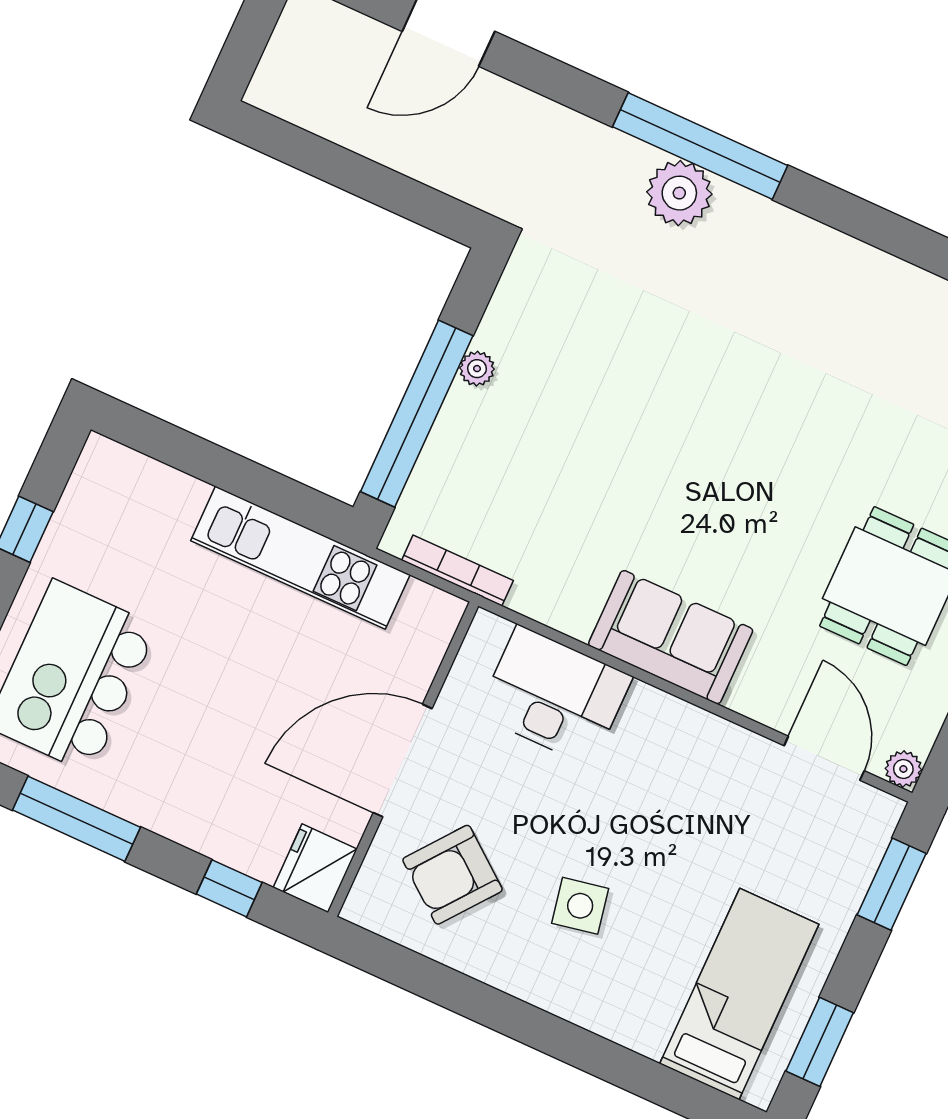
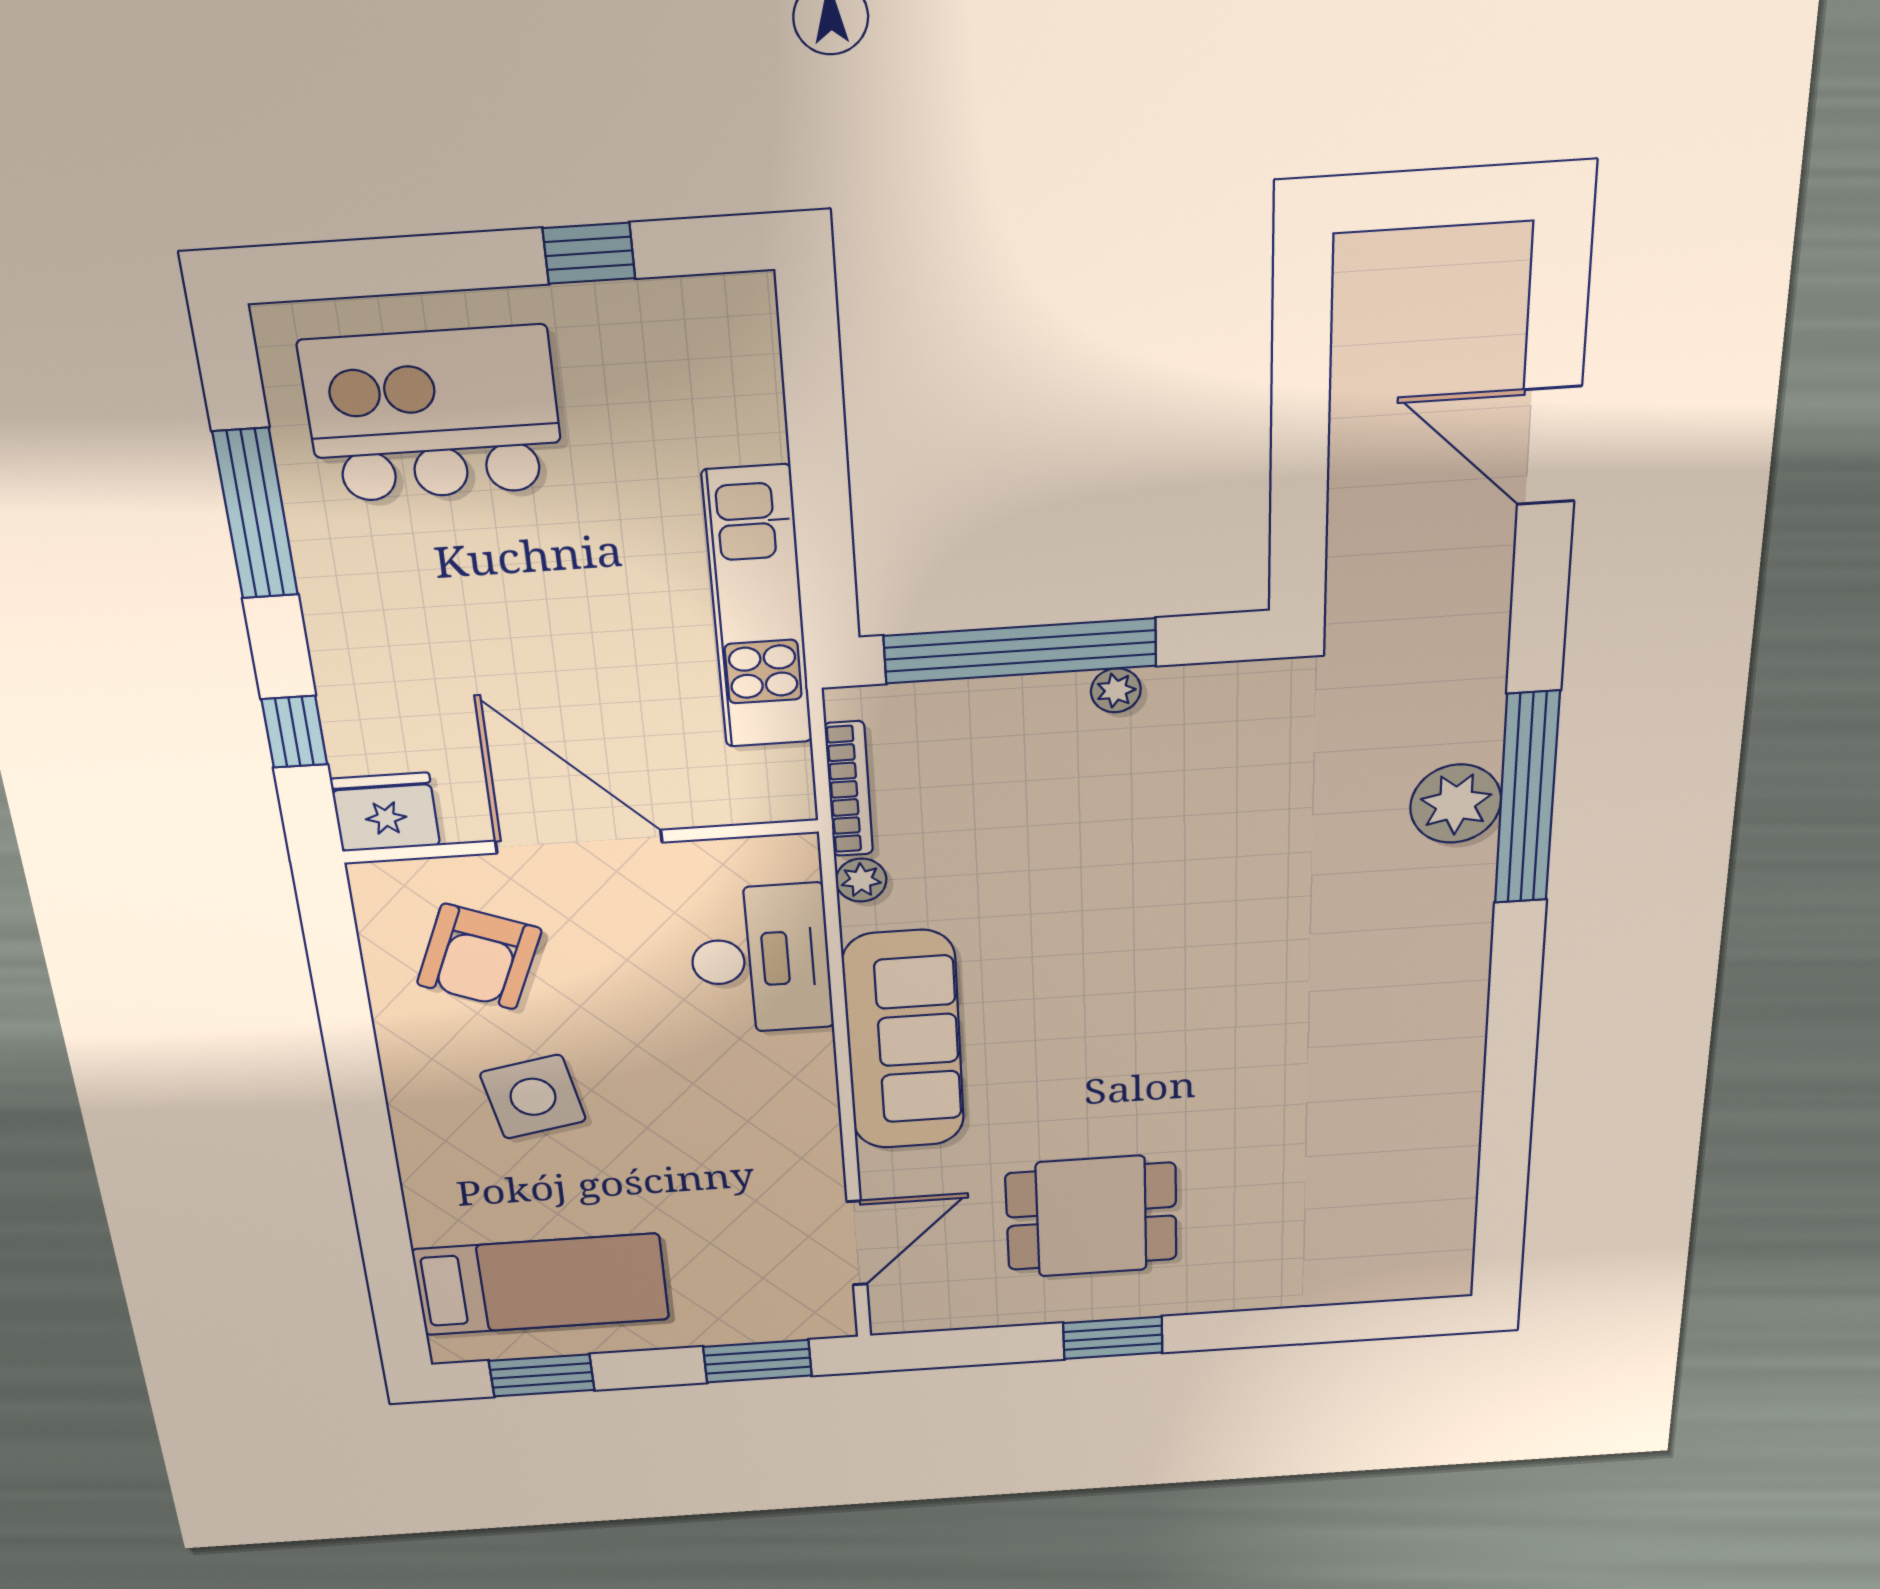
sofa: (671, 637) -> (904, 1041), width x1.36
plant: (903, 769) -> (861, 880), moved
armchair: (453, 875) -> (479, 957), turned -106
side table: (580, 906) -> (533, 1097), width x1.37, depth x1.37

